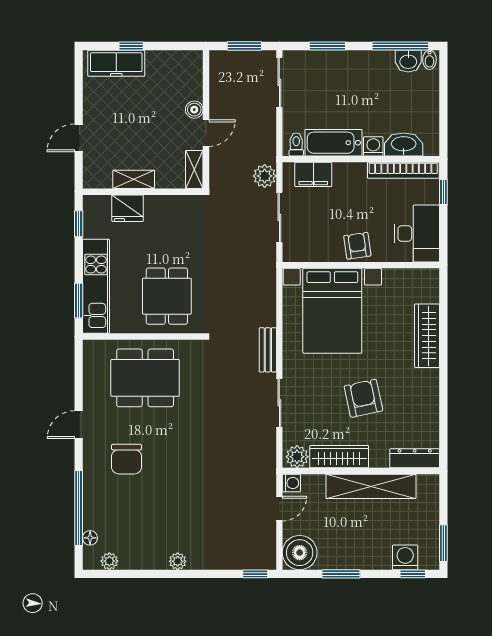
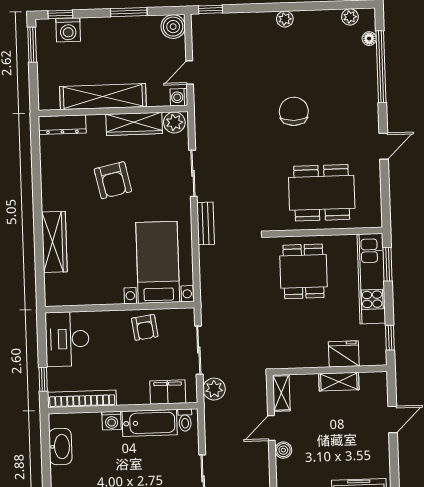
washbasin: (404, 144) -> (60, 447), moved, turned -90
armchair: (357, 246) -> (145, 327), moved
bed with nightstands: (332, 311) -> (158, 262), width x0.73
chair: (127, 459) -> (294, 111), moved
boiler: (300, 553) -> (173, 27), width x0.73, depth x0.73

